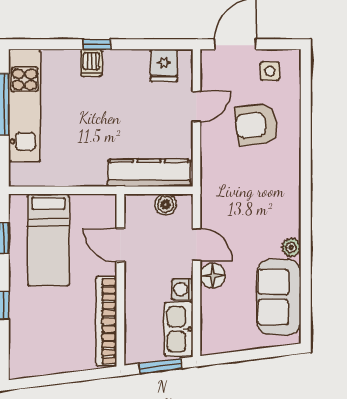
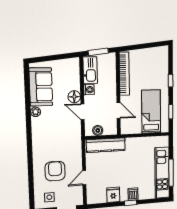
fridge: (164, 65) -> (113, 195), moved
armchair: (256, 125) -> (55, 171), turned -84

